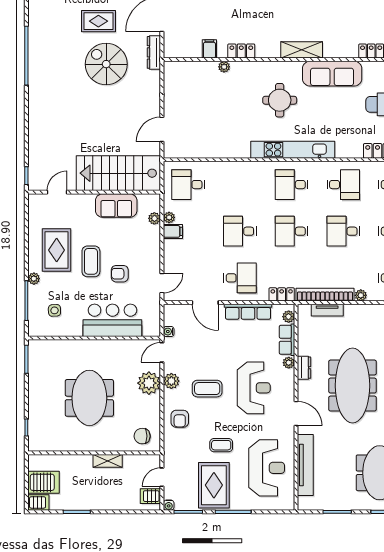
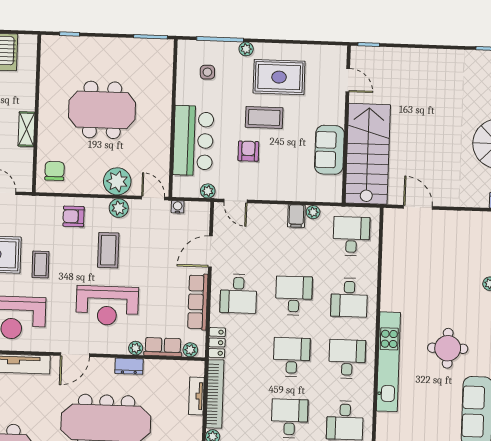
desk: (240, 185) -> (349, 298), added
plant: (154, 218) -> (208, 191), moved

